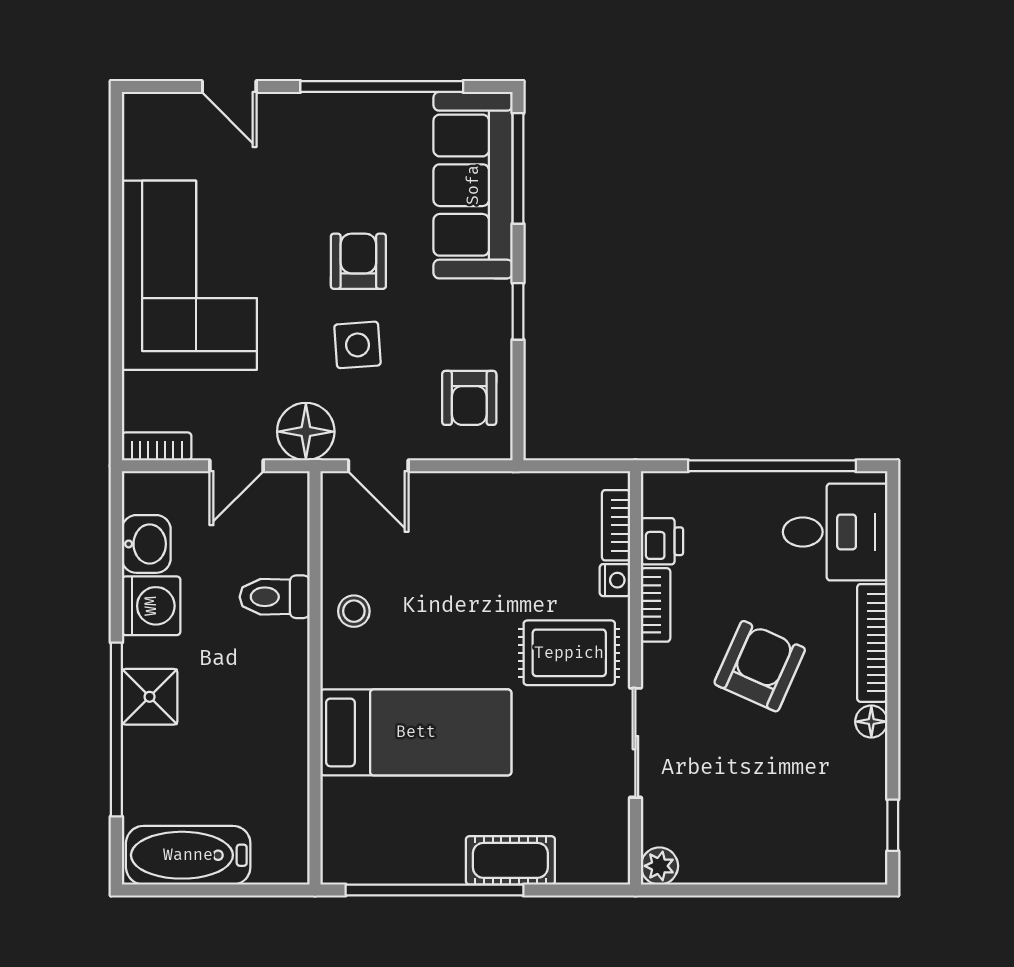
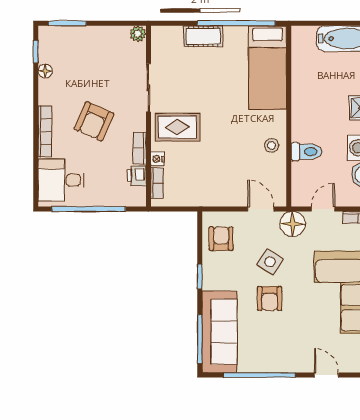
side table: (358, 345) -> (270, 262), turned 36
floor lamp: (871, 722) -> (45, 71), moved
bed: (416, 732) -> (267, 68), moved, turned -90
window: (821, 890) -> (67, 23), added

